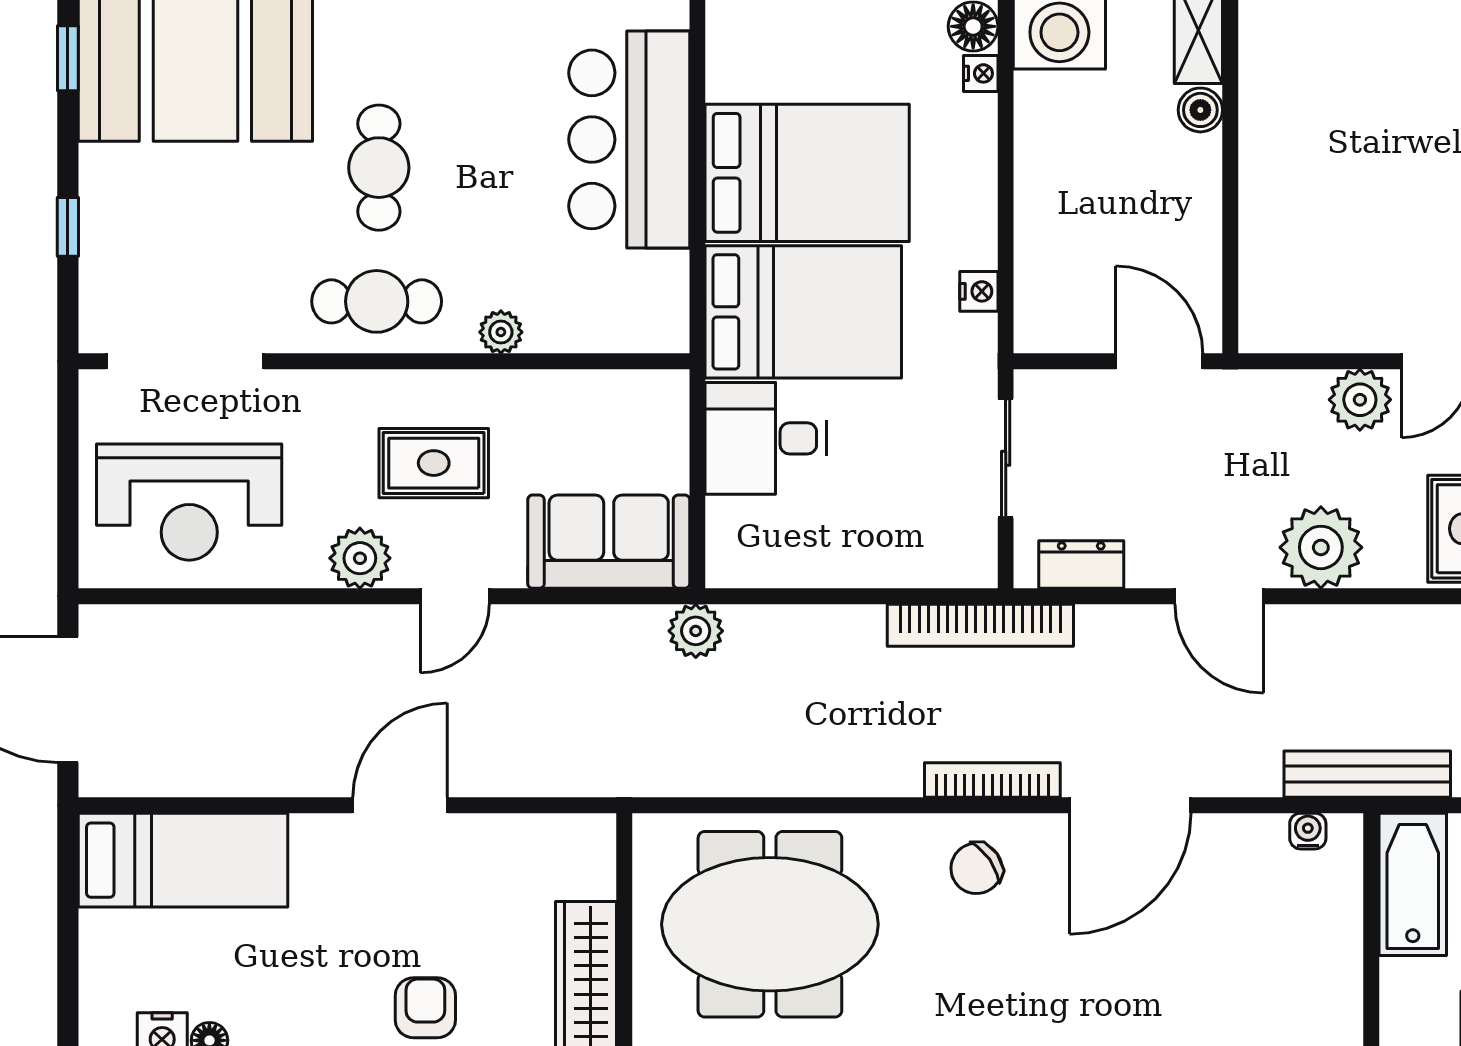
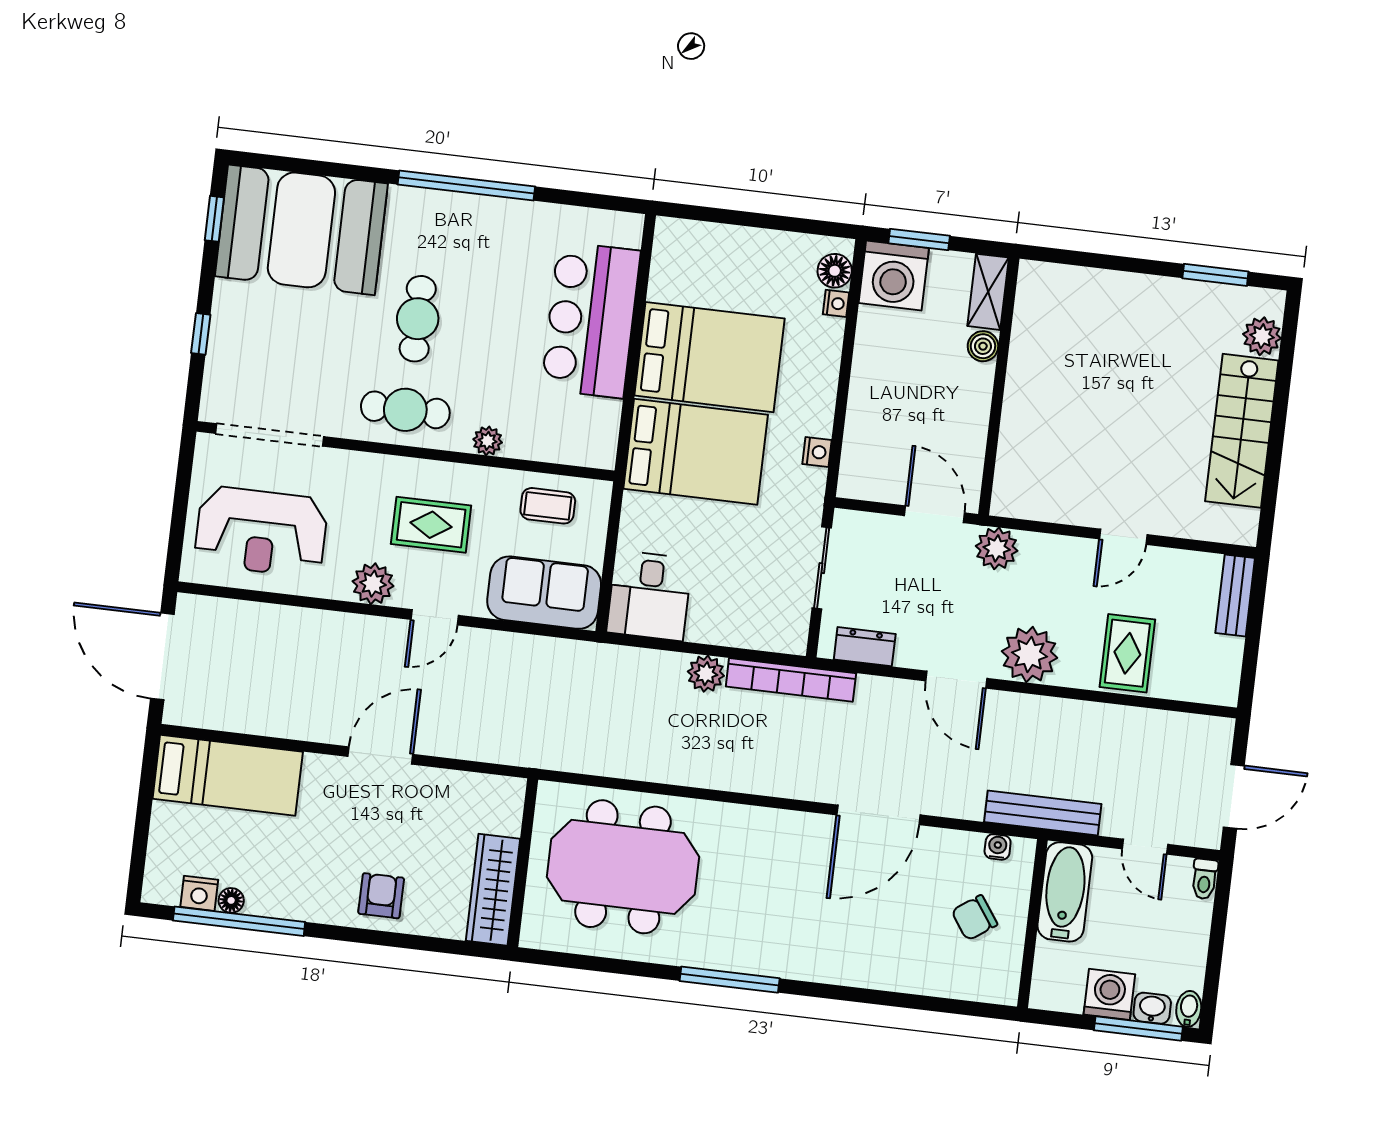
plant: (1360, 400) -> (997, 548), moved
coffee table: (599, 416) -> (548, 506), added
desk: (766, 438) -> (649, 596), moved, turned -90
plant: (696, 631) -> (706, 674), moved
bookcase: (992, 780) -> (786, 786), removed
chair: (976, 868) -> (974, 918), moved

